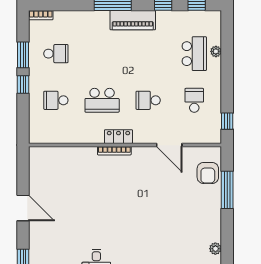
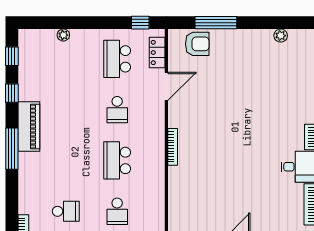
school desk: (56, 54) -> (66, 211), turned 90
school desk: (194, 54) -> (66, 59), removed
school desk: (102, 100) -> (117, 160), turned 180
school desk: (194, 100) -> (117, 59), width x1.85
locker: (118, 137) -> (157, 53), moved

